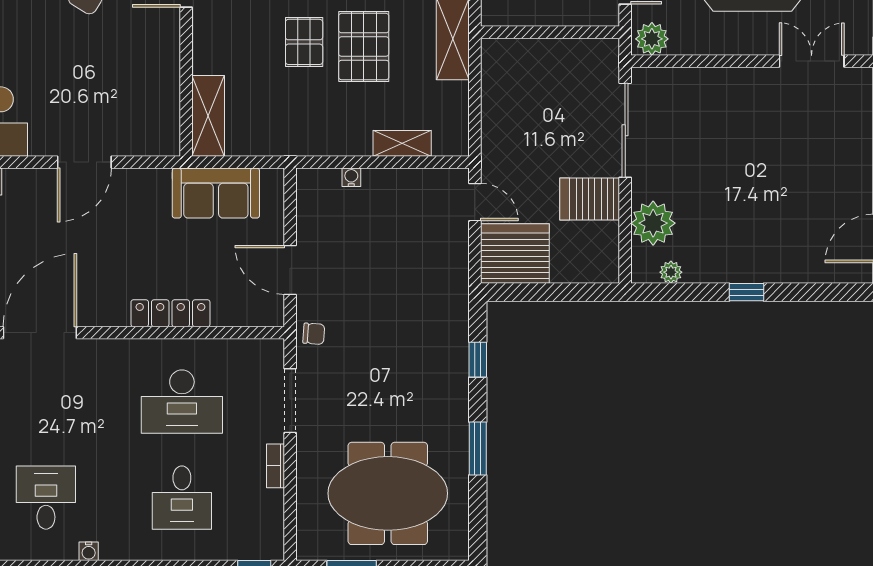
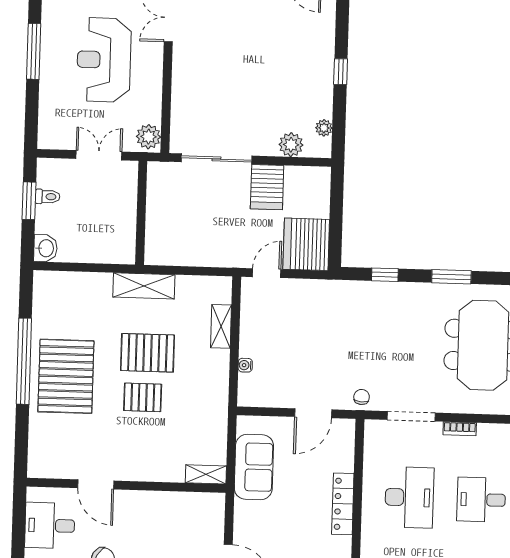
shelving: (208, 116) -> (206, 474), width x0.67, depth x0.75
plant: (653, 223) -> (291, 145), width x0.73, depth x0.73
desk: (182, 498) -> (481, 500), turned 180

